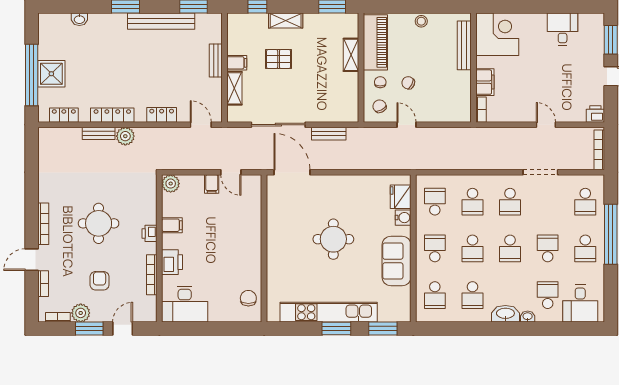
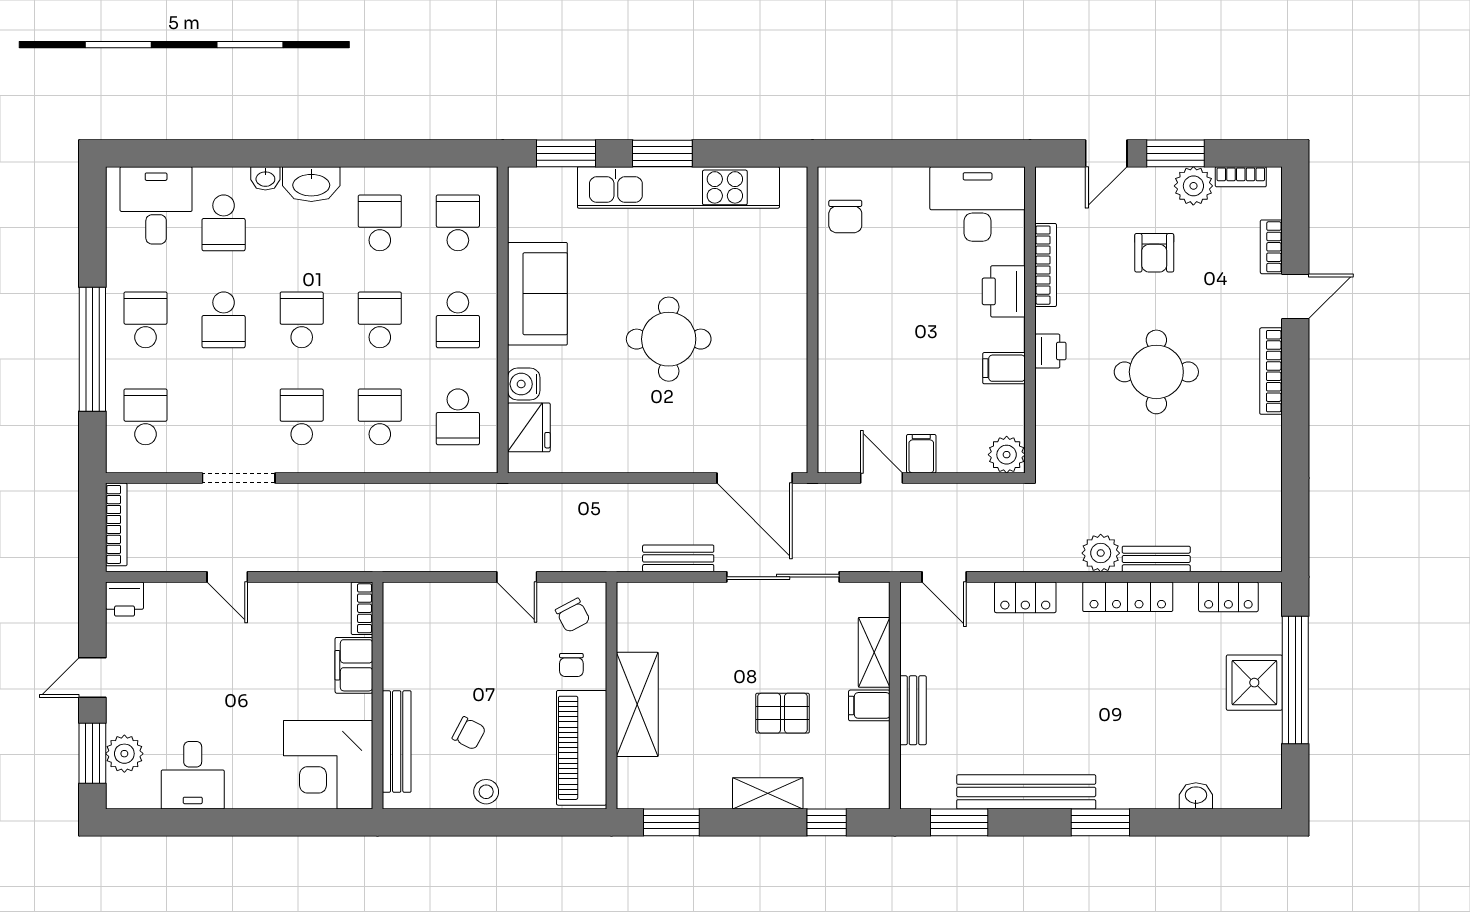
plant: (595, 40) -> (124, 754), added
shelving: (351, 55) -> (637, 704), width x1.50, depth x1.33
chair: (408, 83) -> (469, 733), moved

